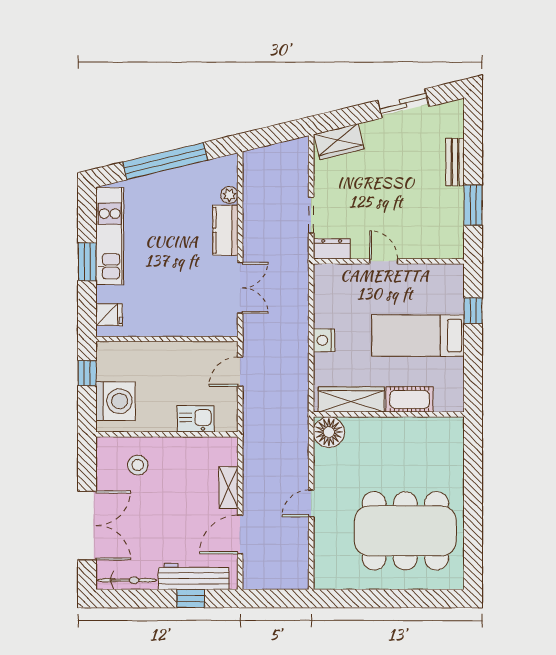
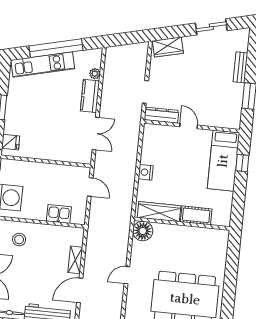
kitchen unit: (110, 236) -> (43, 64), moved, turned 76
dresser: (332, 249) -> (161, 115), width x1.44
bed: (418, 336) -> (223, 161), moved, turned -90
door: (240, 372) -> (90, 187), swing flipped

